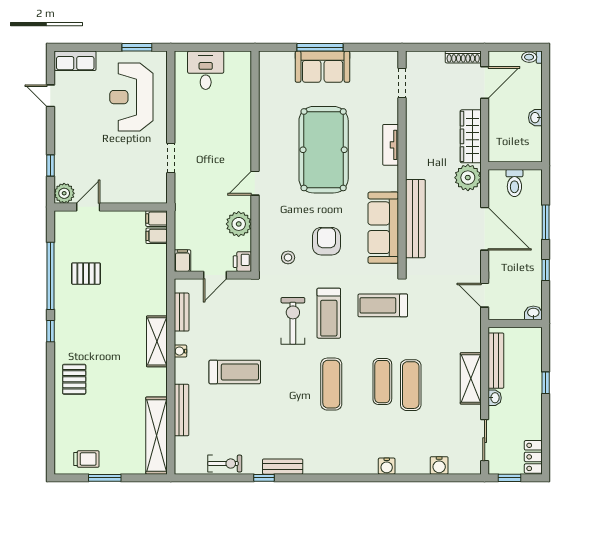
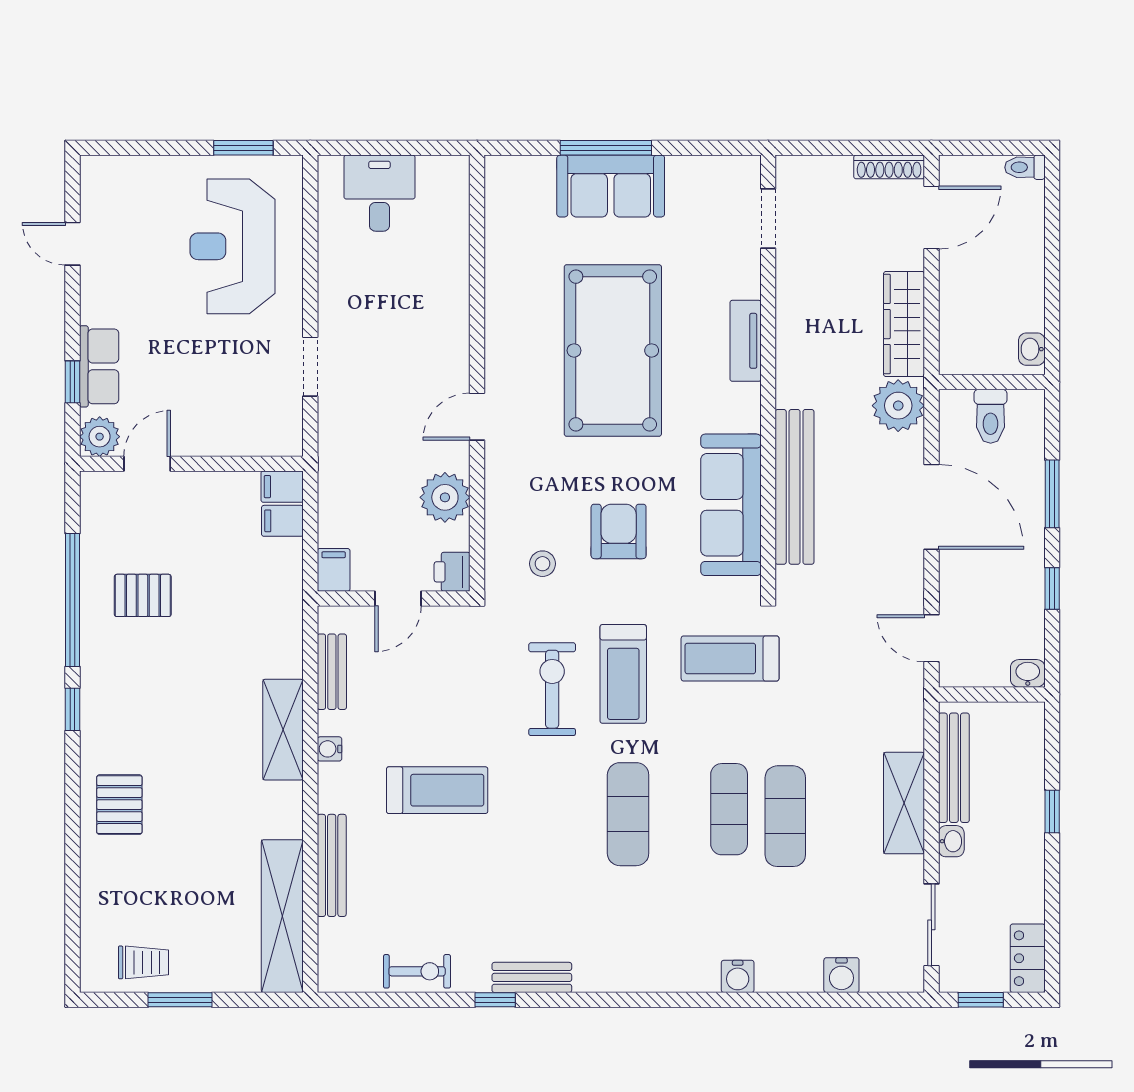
row of seats: (75, 61) -> (99, 366), moved, turned -90
washbasin: (535, 118) -> (1032, 349), moved

